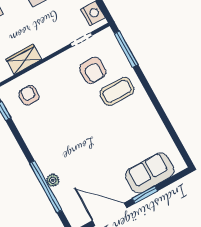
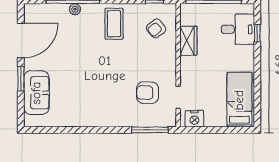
coffee table: (117, 91) -> (114, 24), moved
armchair: (29, 95) -> (156, 28), turned 141

